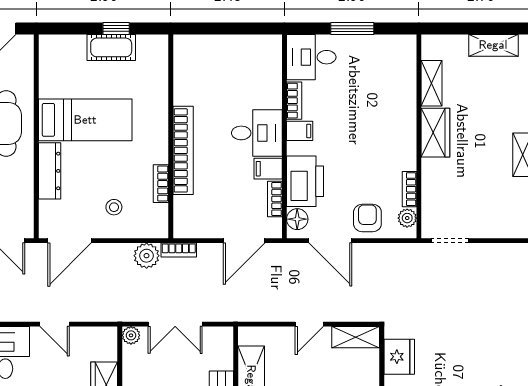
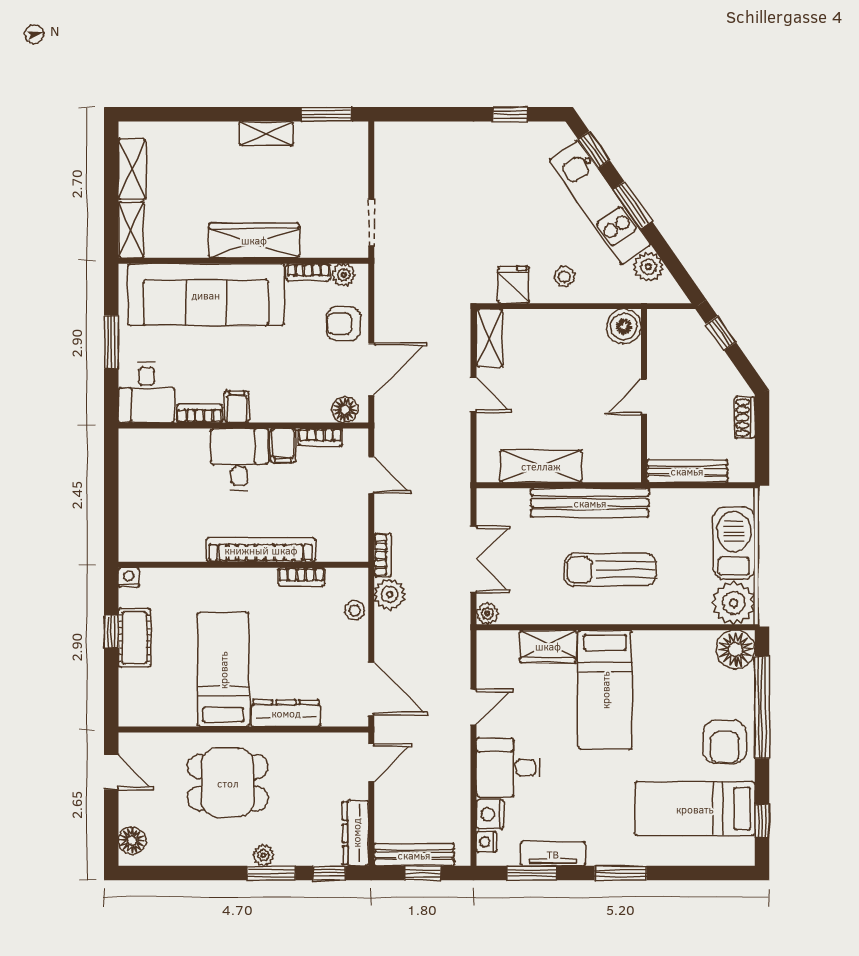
nightstand: (160, 43) -> (129, 577), added
shelving: (431, 83) -> (131, 230), moved, turned 90
sofa: (391, 106) -> (206, 295), added
wardrobe: (435, 133) -> (254, 240), width x1.50
printer: (305, 181) -> (298, 400), removed
stool: (114, 207) -> (355, 610), moved
door: (244, 241) -> (371, 475), width x0.73
fridge: (399, 357) -> (514, 285), width x0.72

